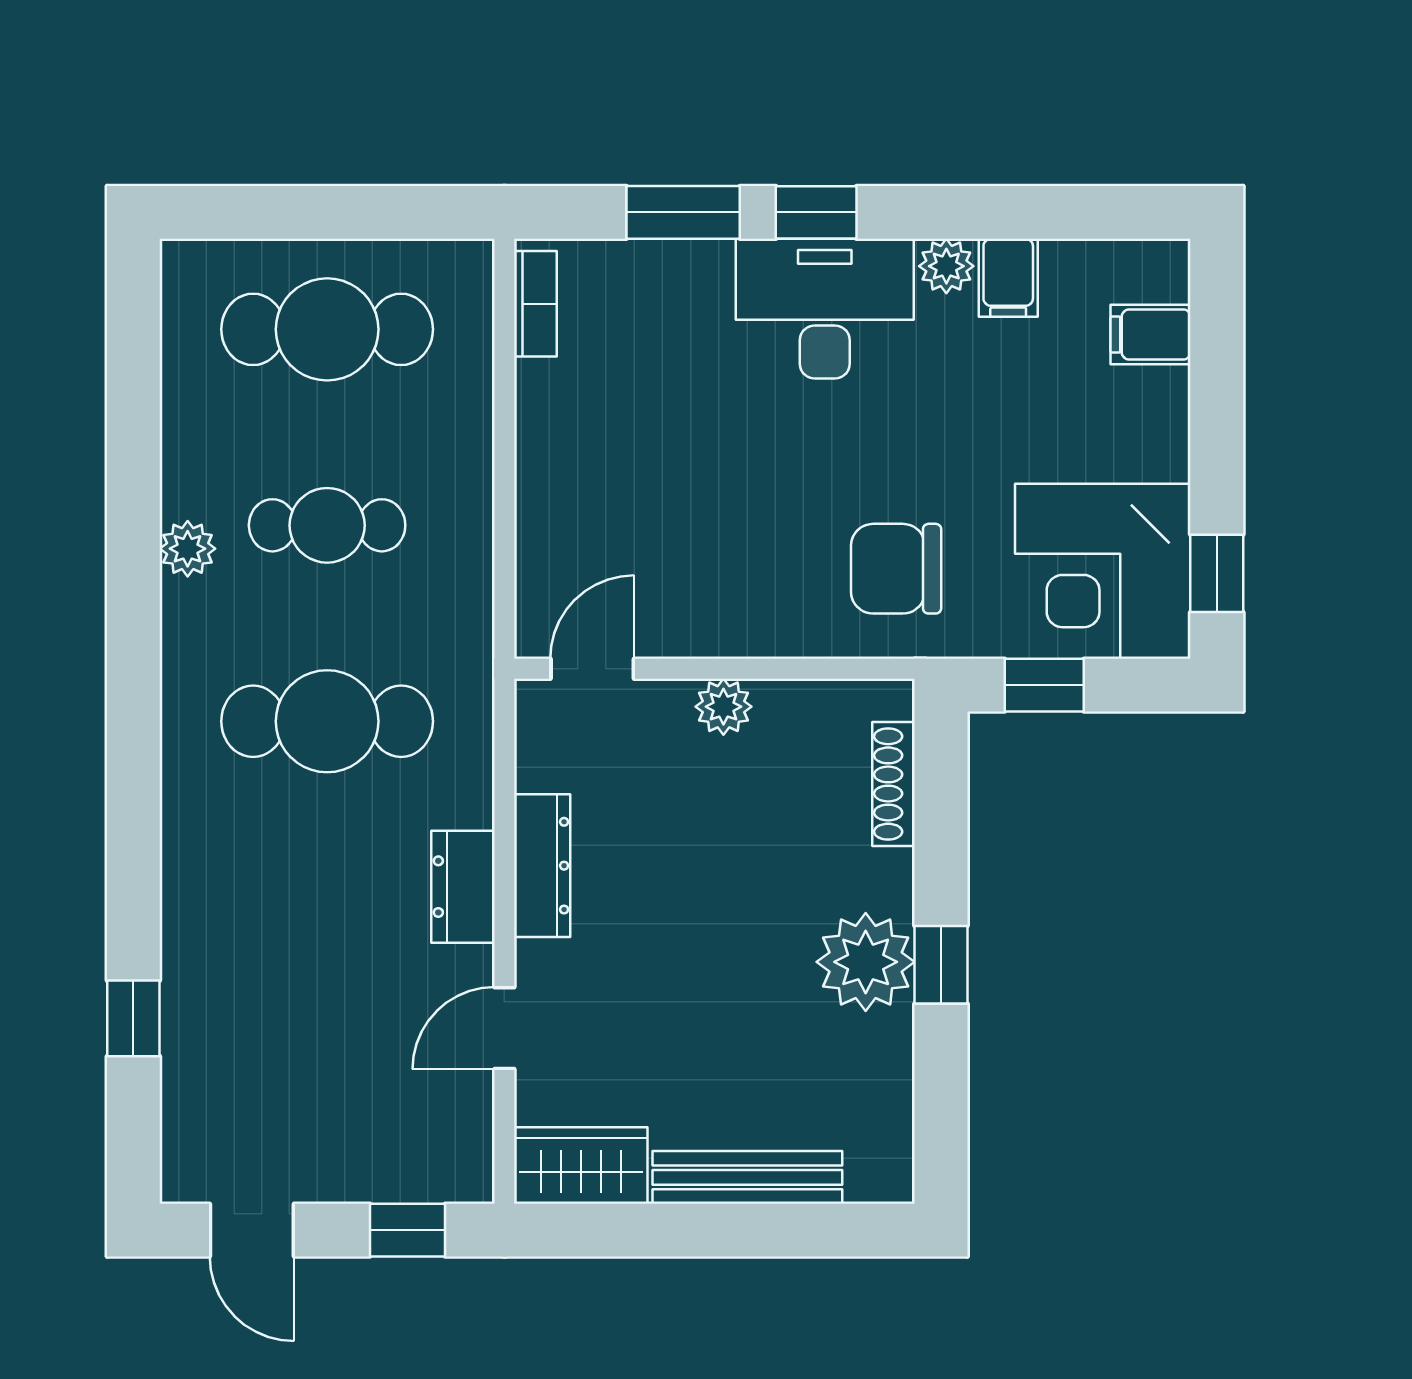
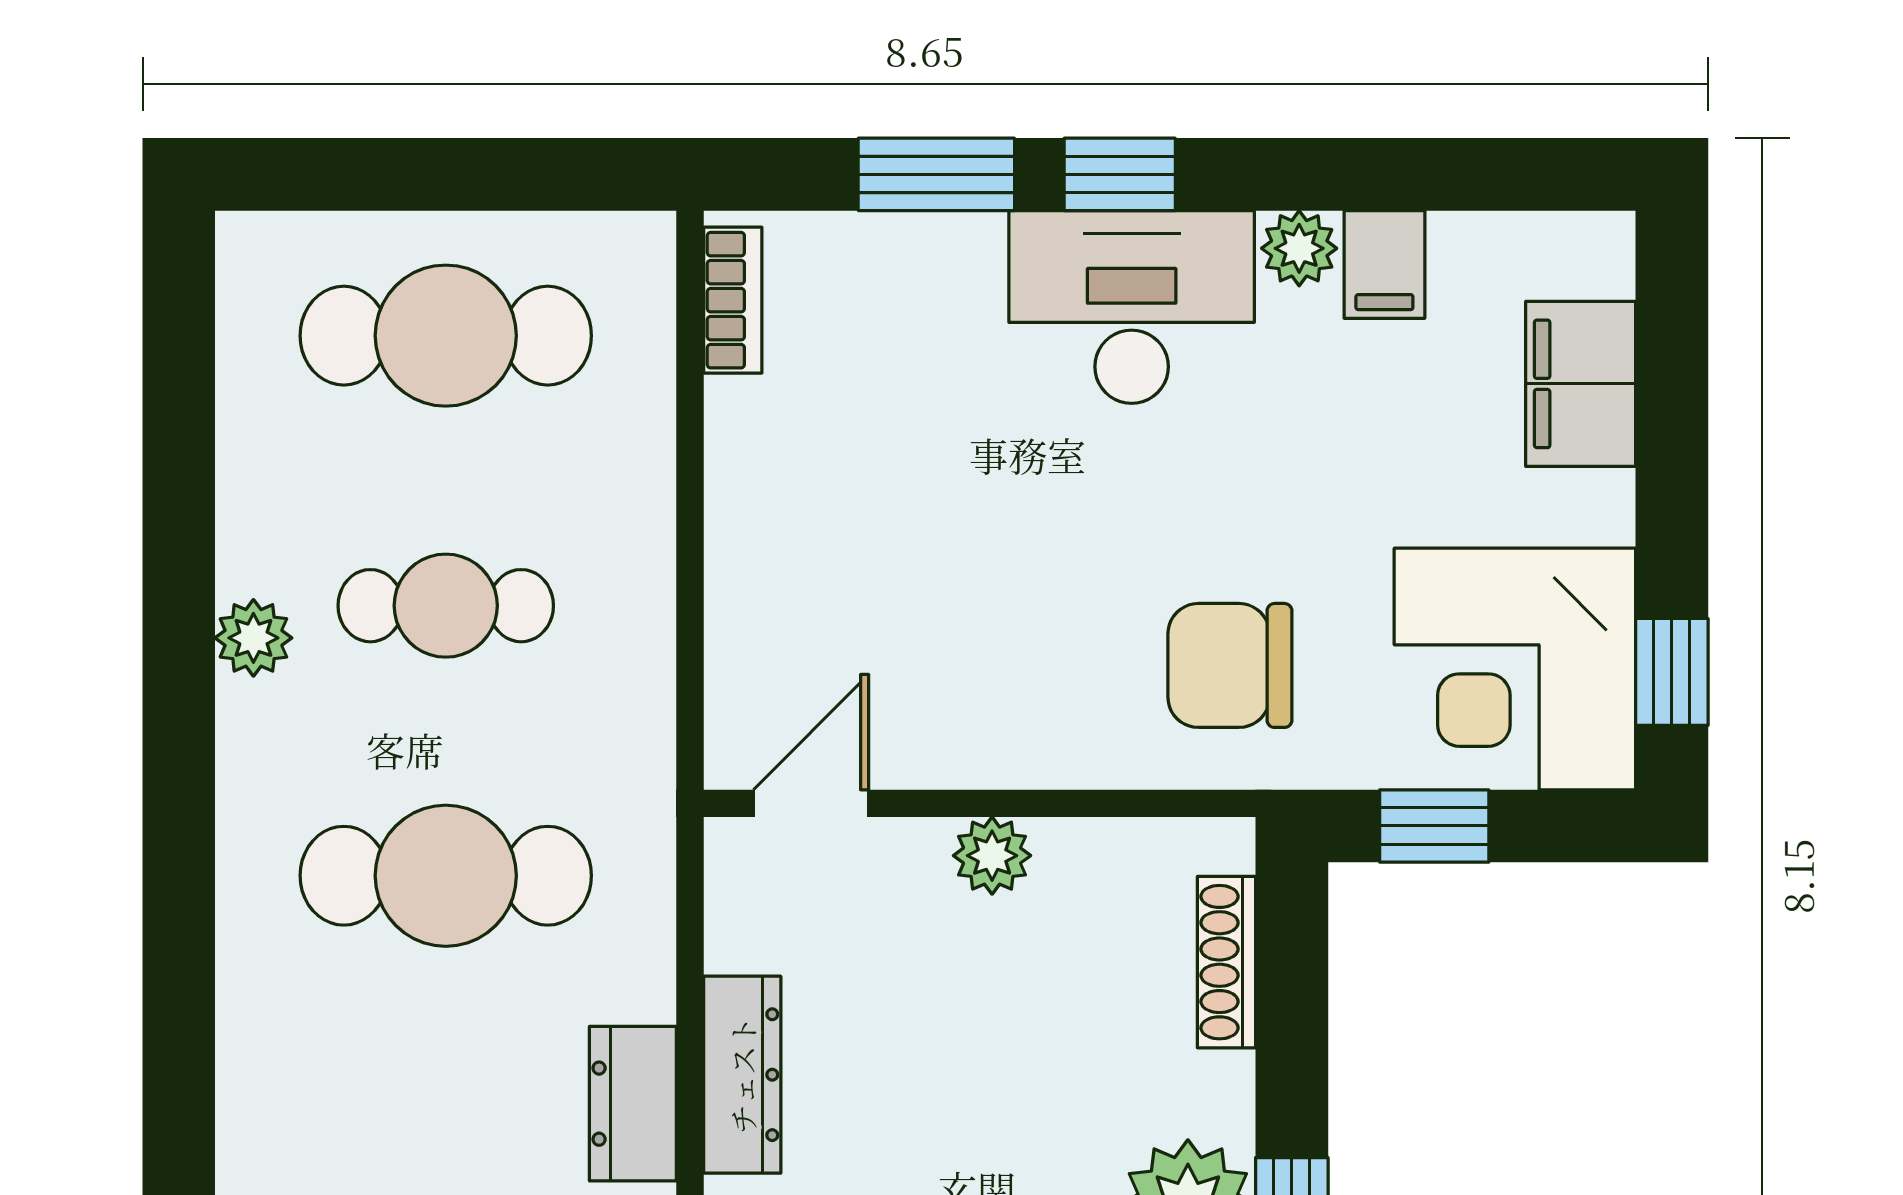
filing cabinet: (1151, 334) -> (1581, 384), width x2.00

